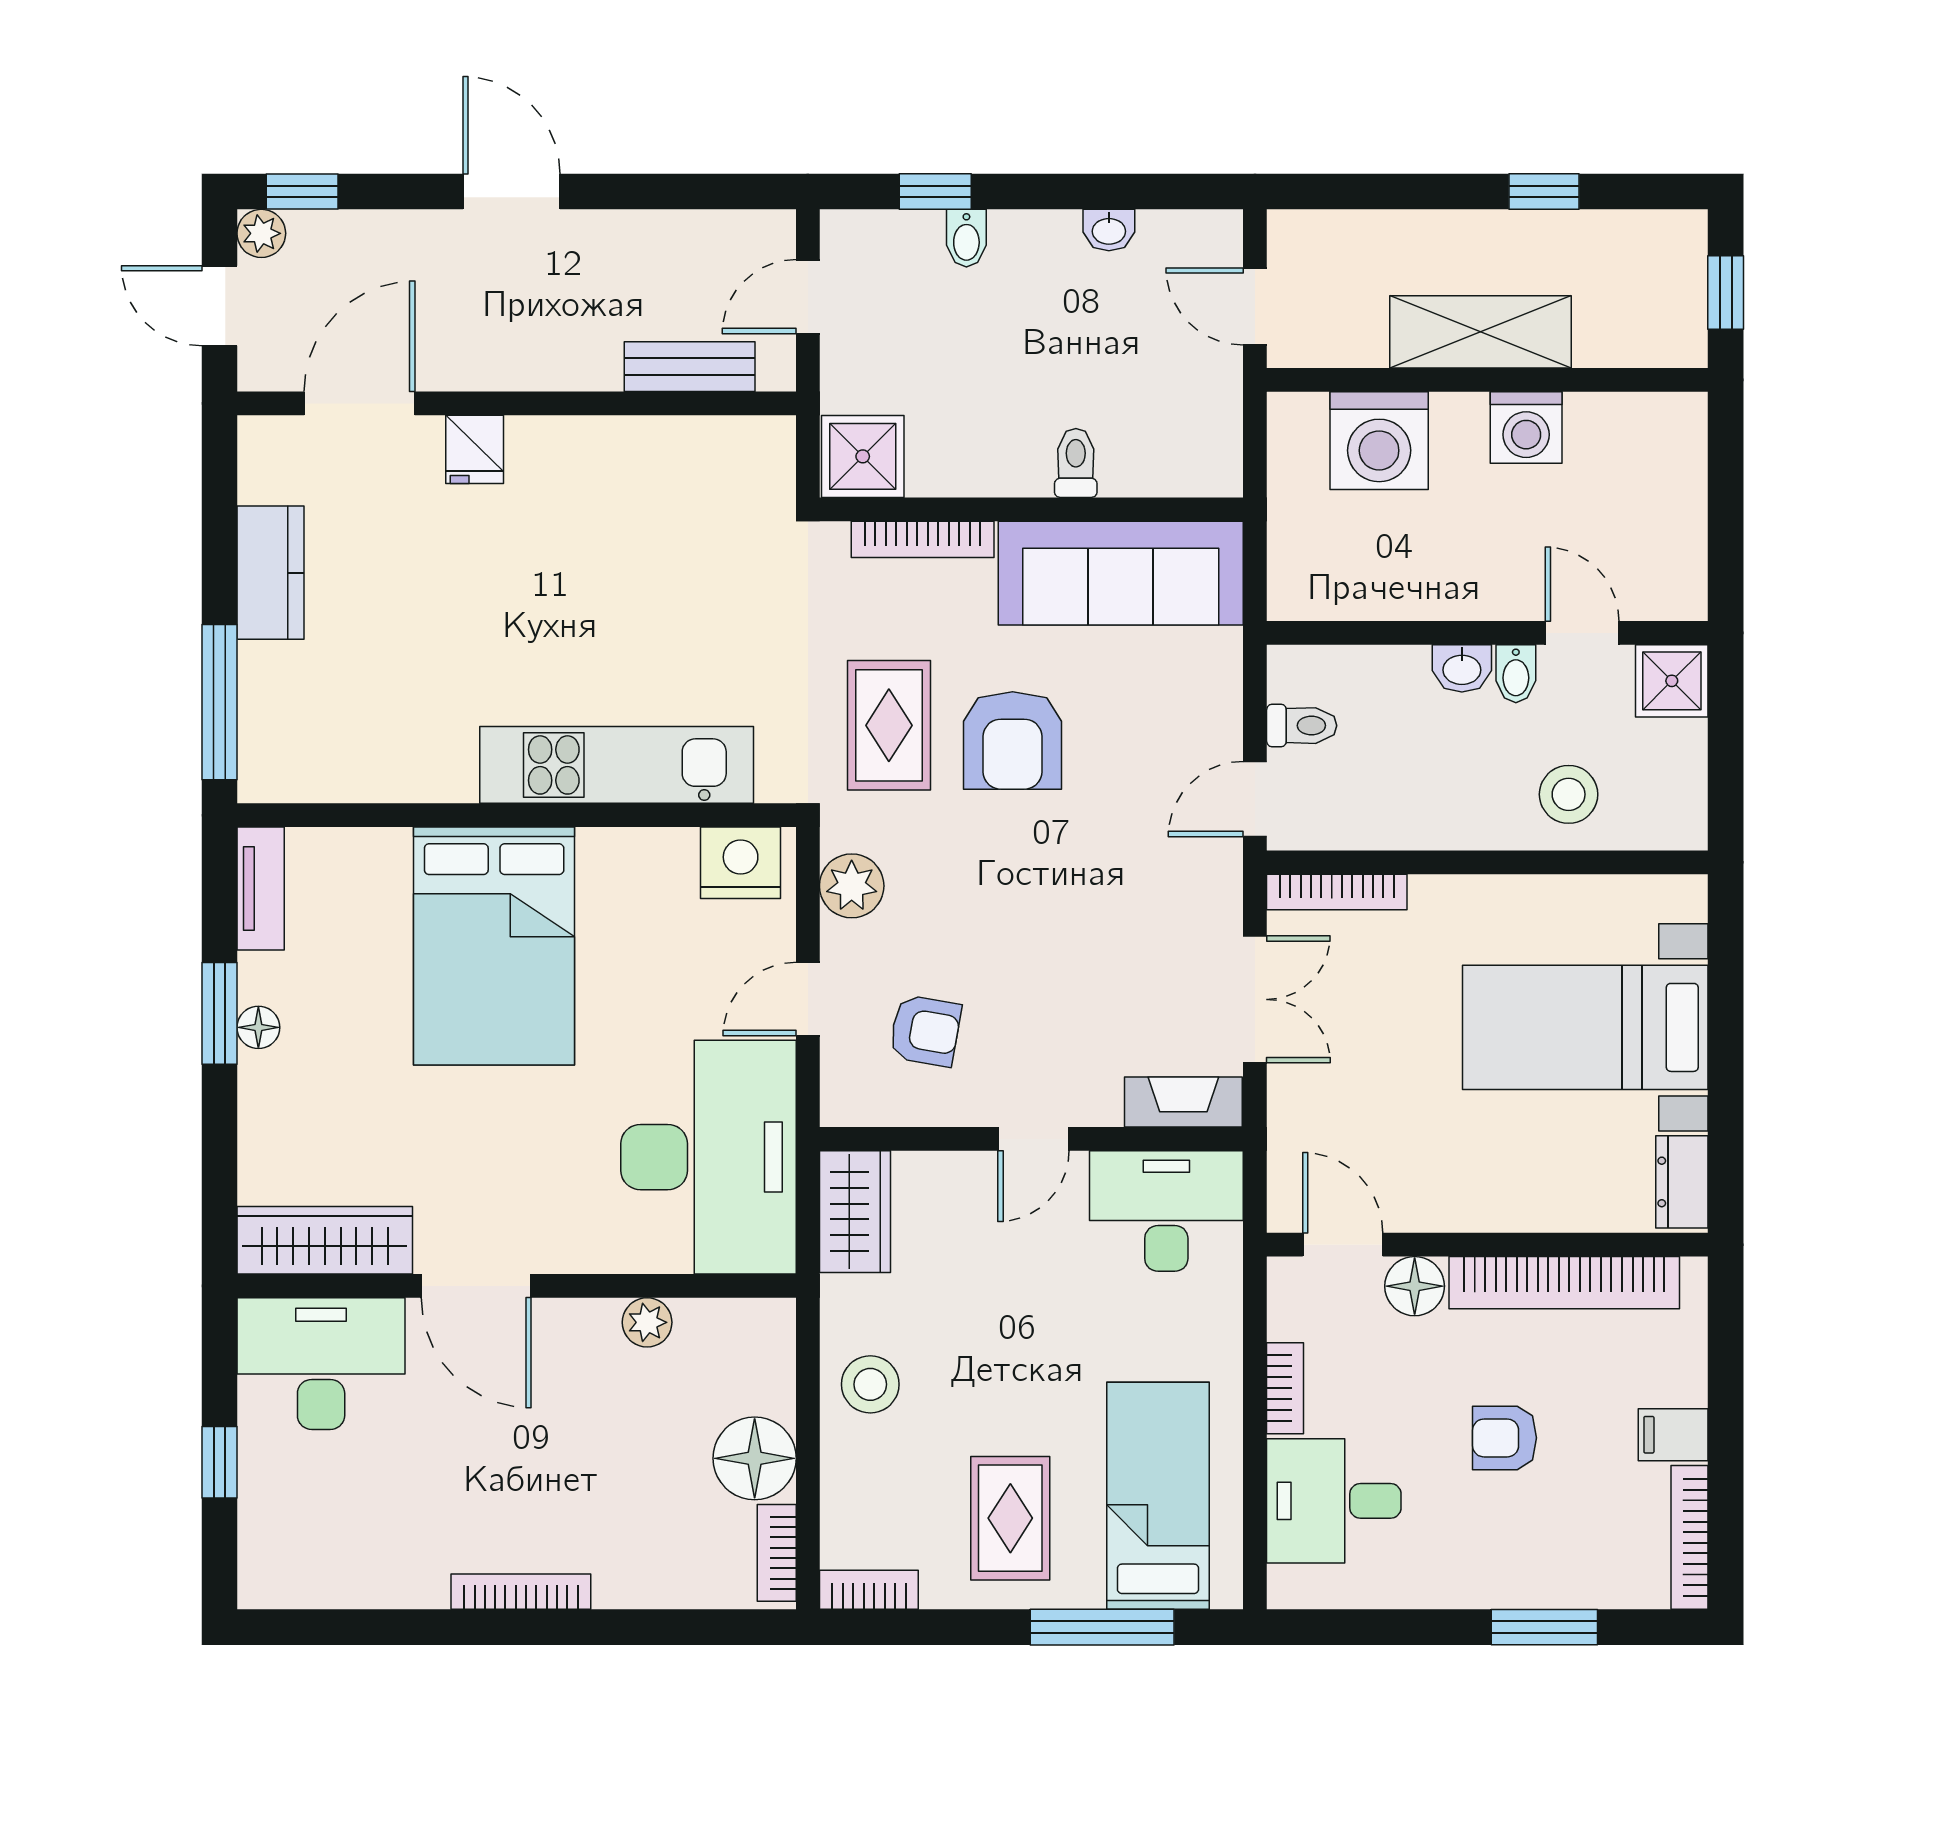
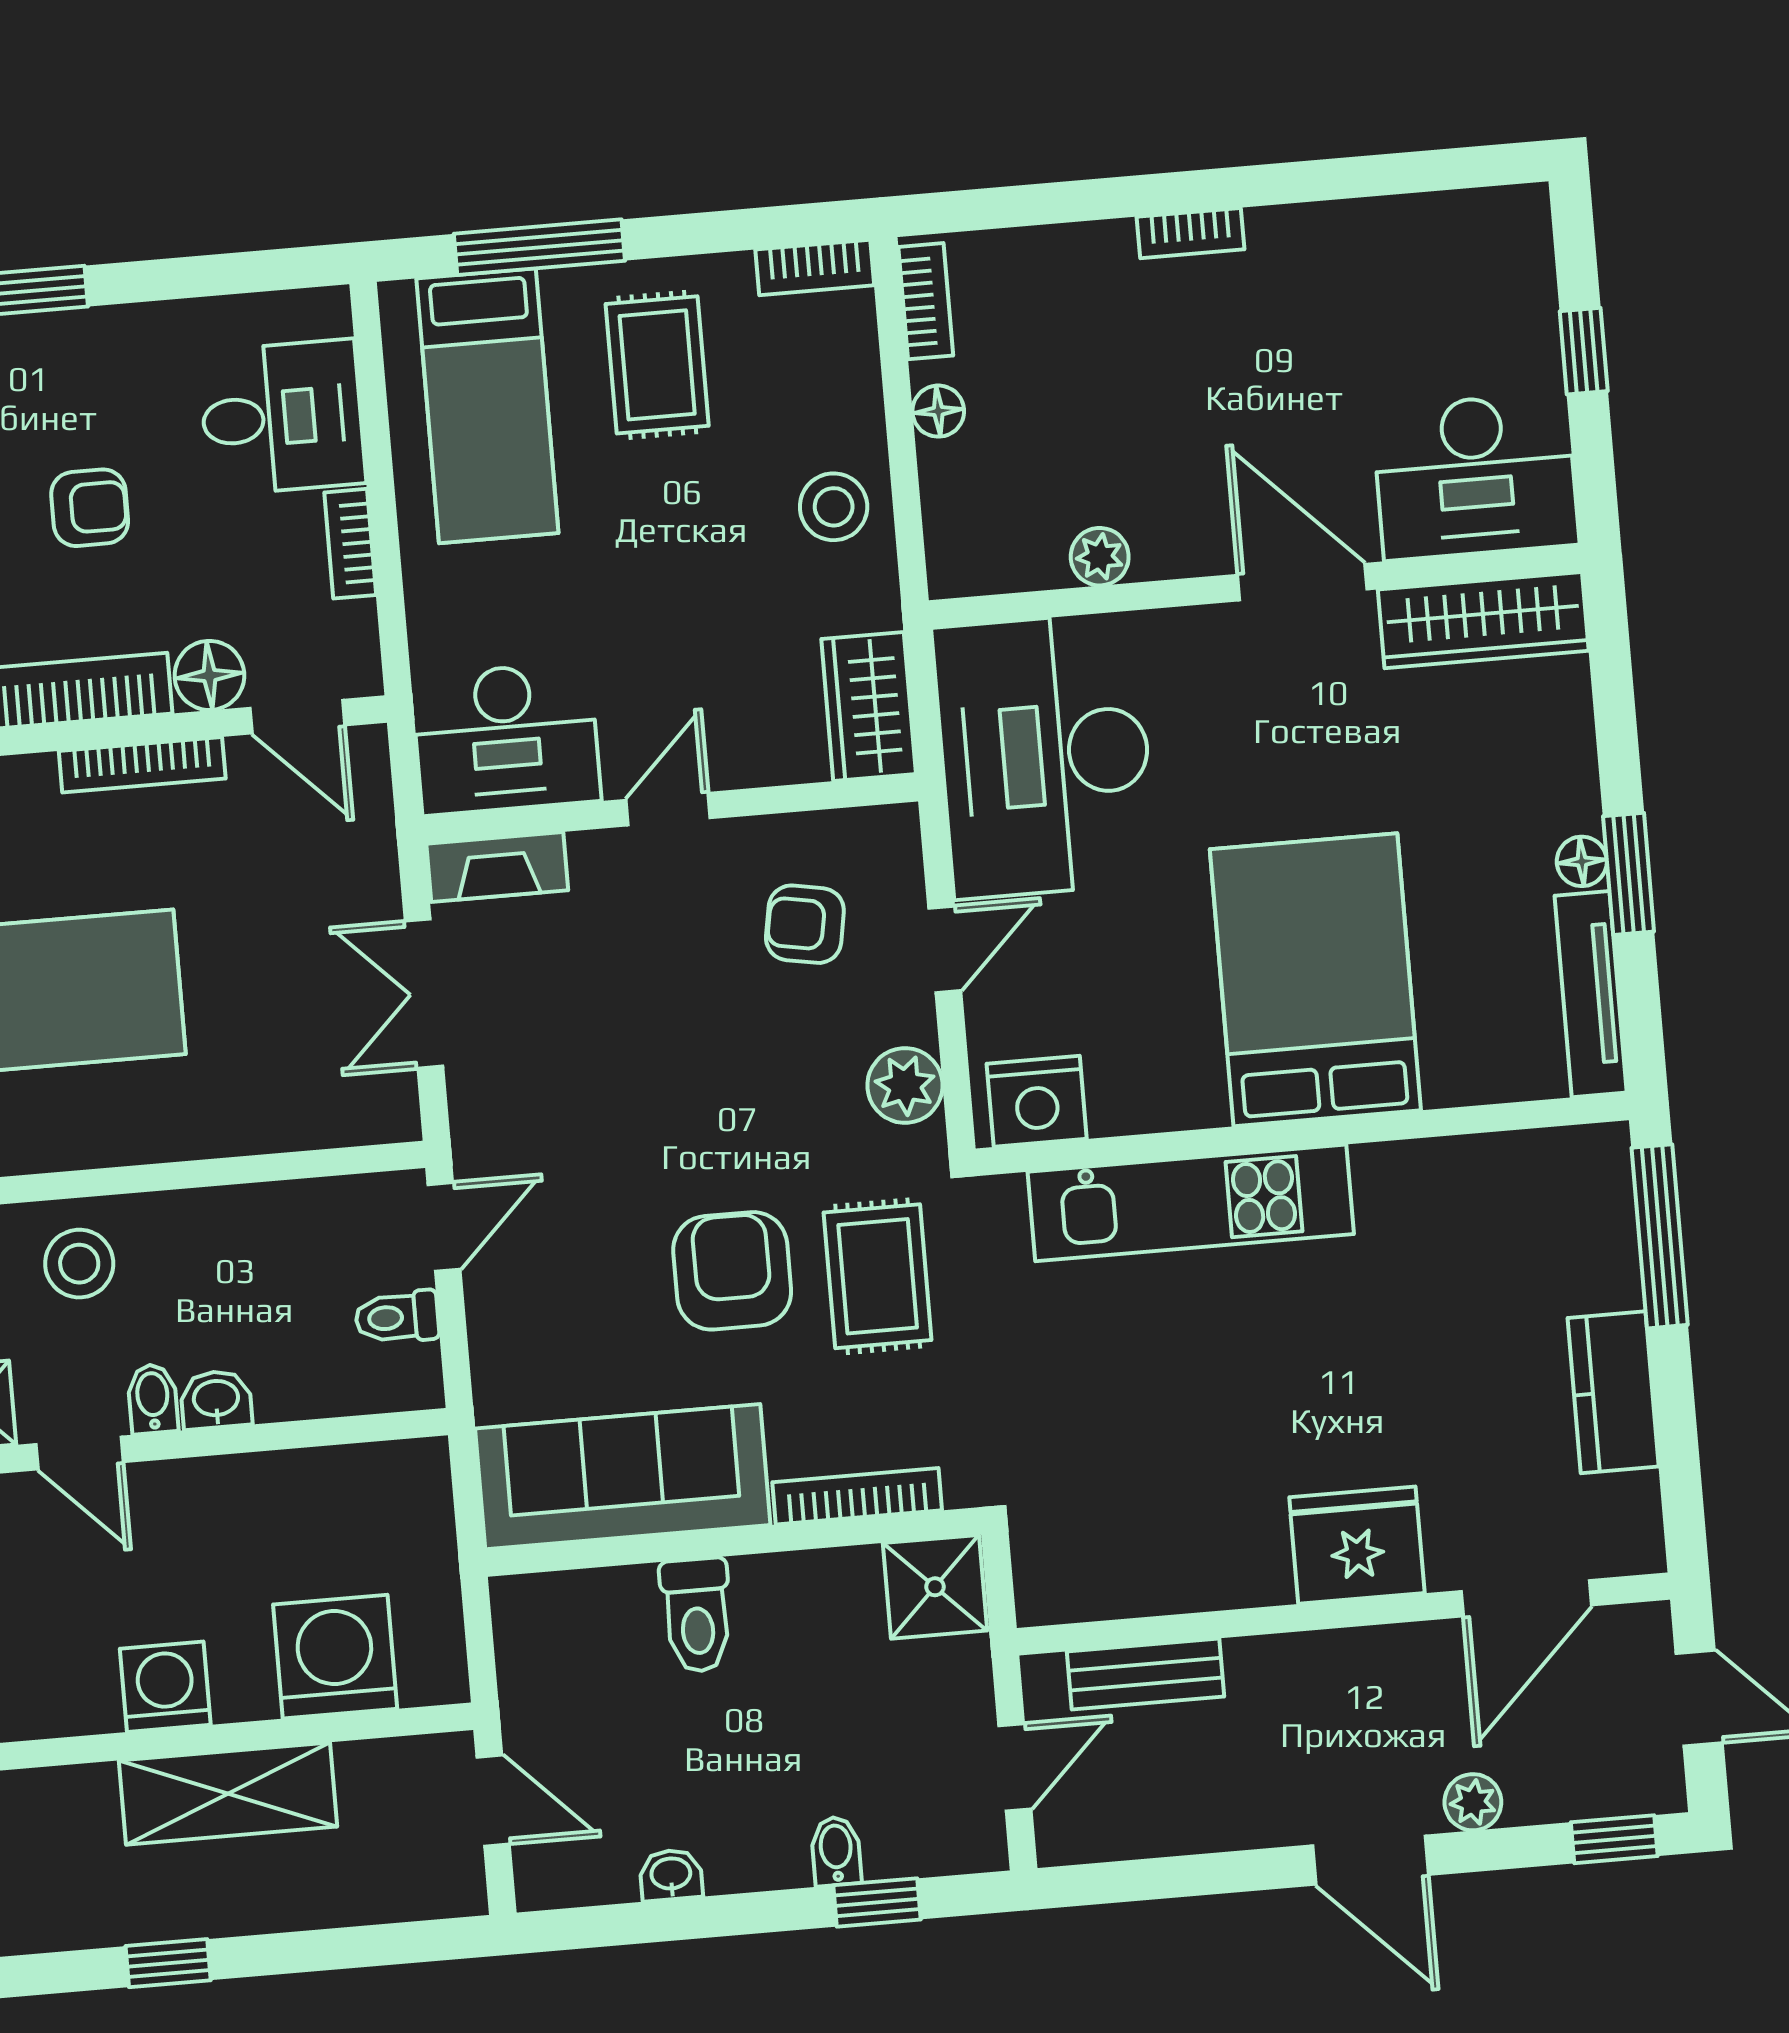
plant: (261, 233) -> (1473, 1802), moved
fridge: (475, 449) -> (1357, 1545), width x1.88, depth x1.34
toilet: (1076, 463) -> (697, 1615), width x1.37, depth x1.39
tv unit: (261, 888) -> (1591, 994), width x1.41
bookcase: (1337, 892) -> (142, 765), moved, turned 180
floor lamp: (755, 1458) -> (938, 411), width x0.53, depth x0.53
bookcase: (521, 1592) -> (1191, 233), width x0.64

